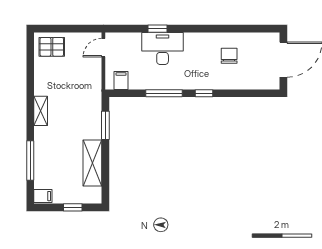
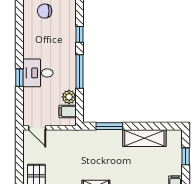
desk: (163, 48) -> (38, 73), width x0.73
plant: (137, 82) -> (69, 97), added

